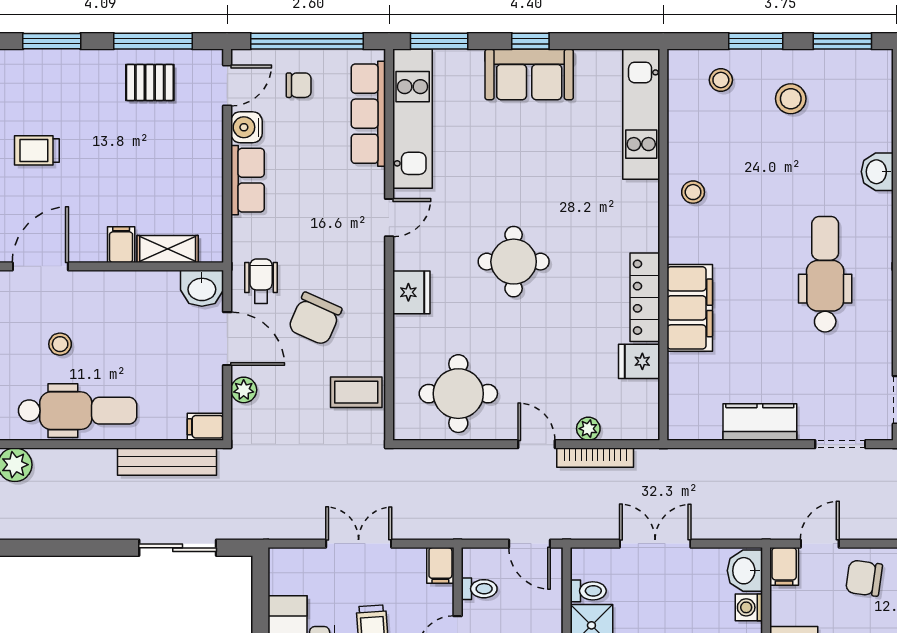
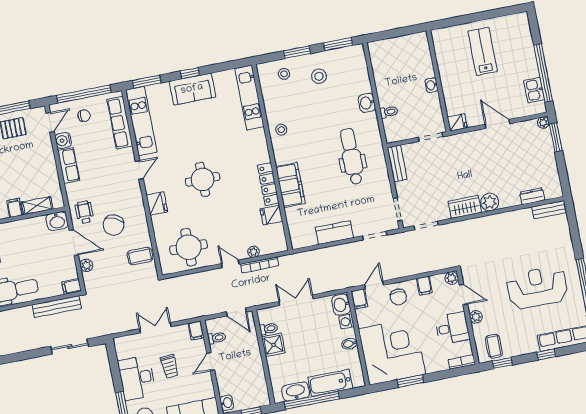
chair: (864, 578) -> (398, 297), turned -98

